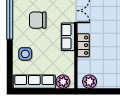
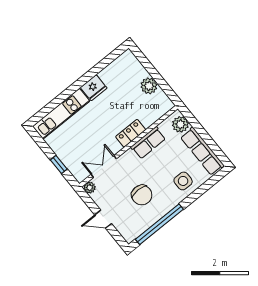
row of seats: (68, 37) -> (148, 143), moved
plant: (90, 82) -> (149, 86), moved

